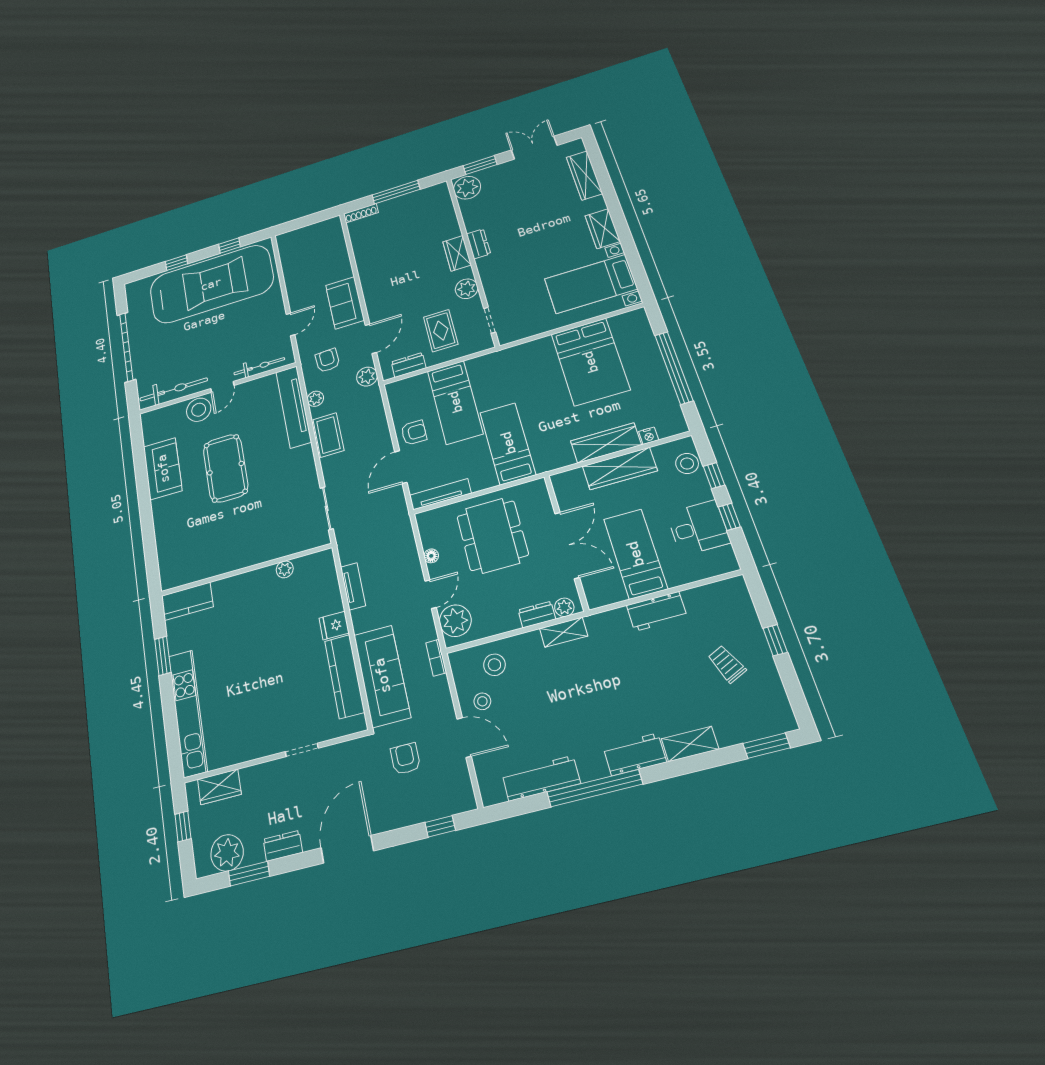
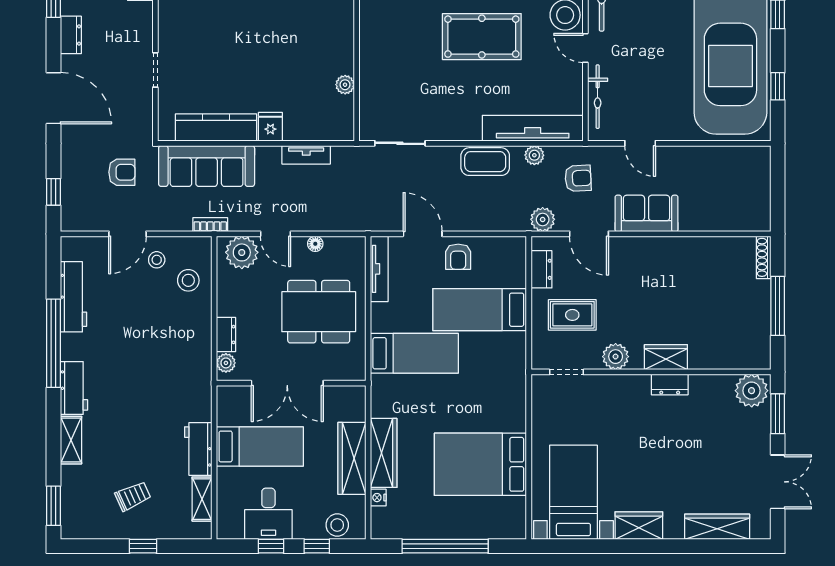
shelving: (564, 632) -> (202, 499), moved

